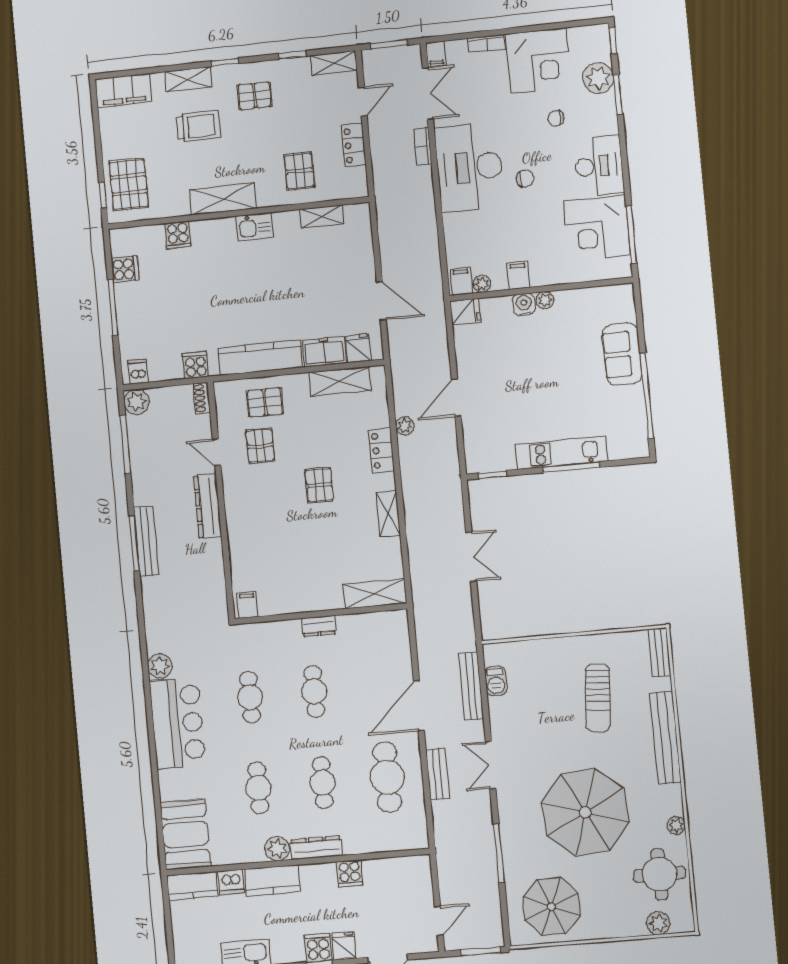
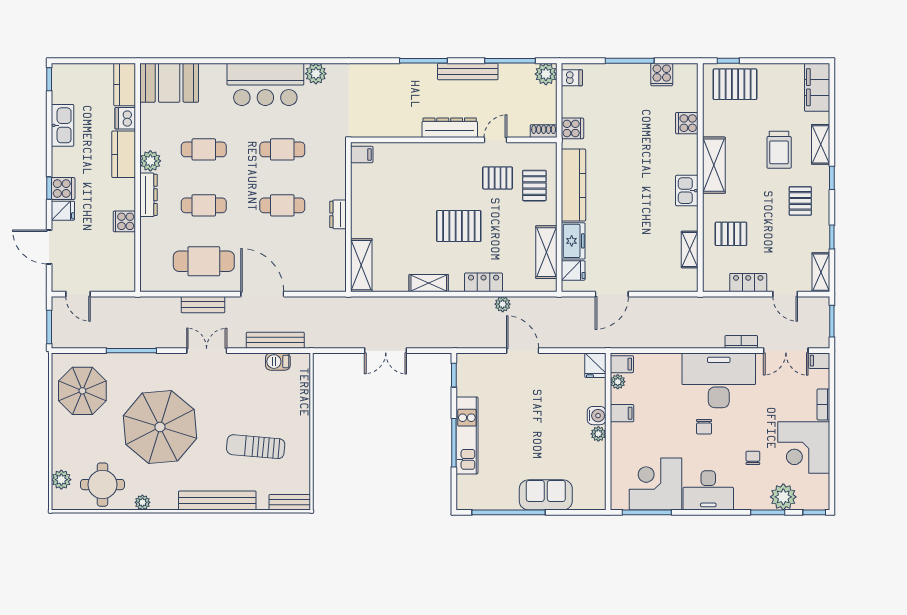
pallet: (319, 485) -> (459, 226), width x1.50, depth x1.42
bench: (146, 542) -> (468, 71), moved

